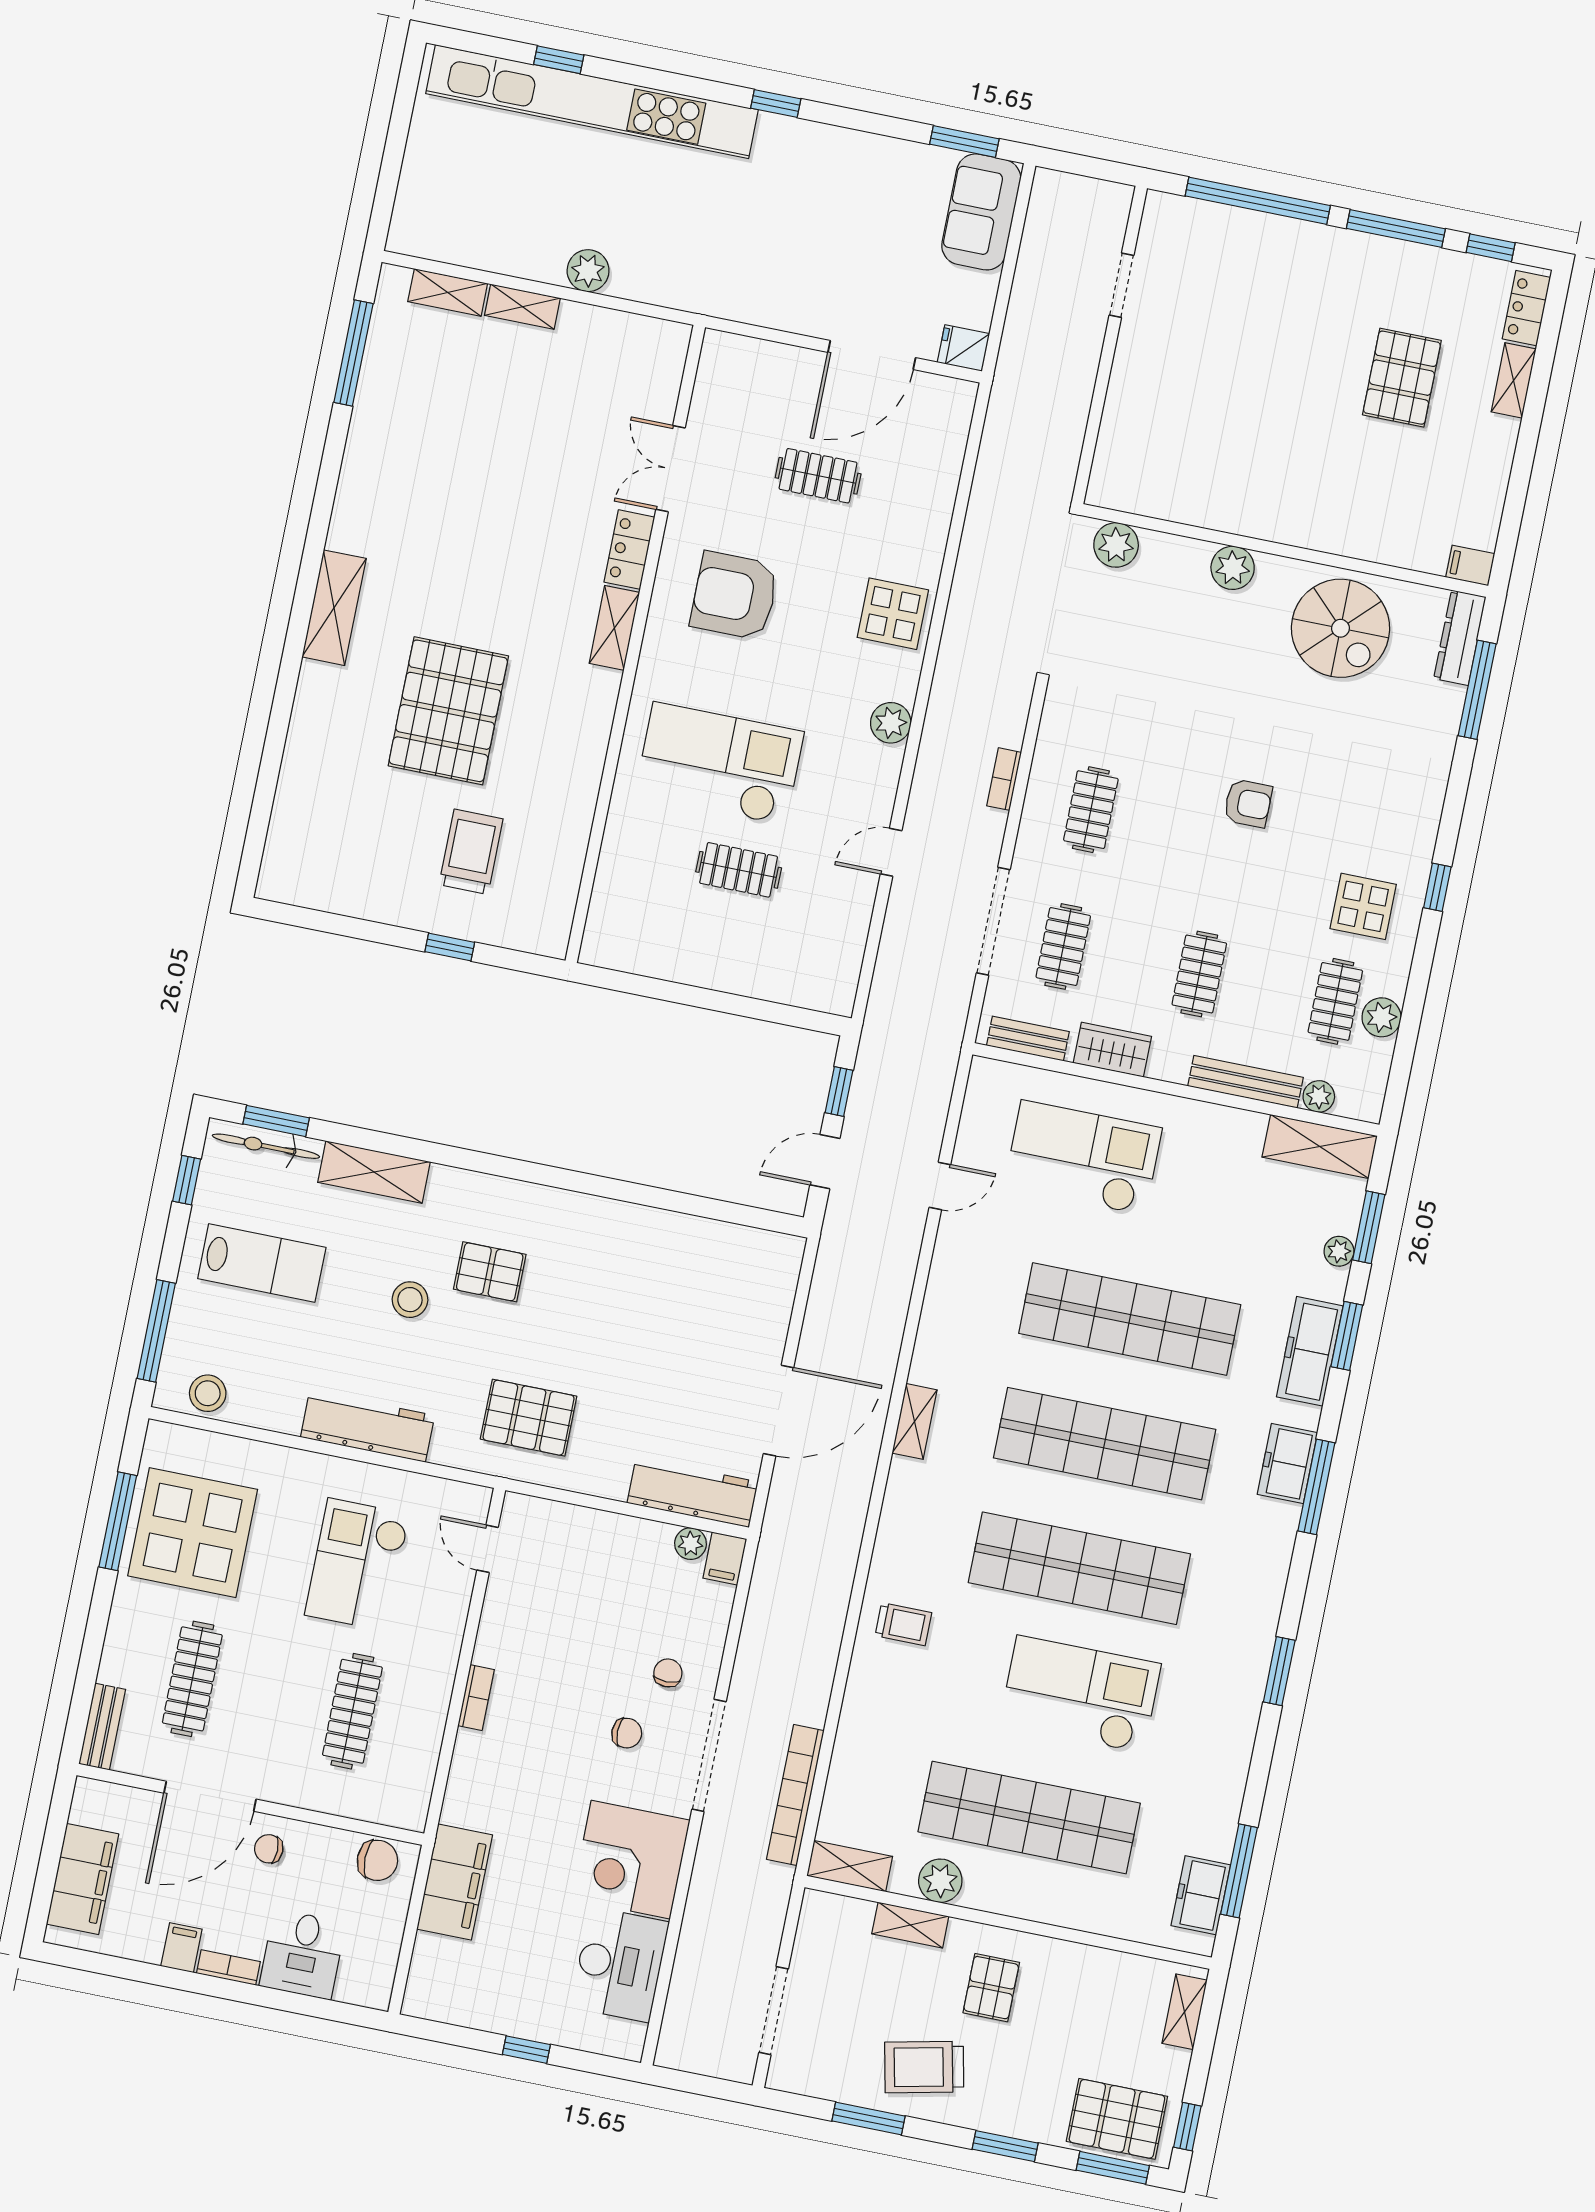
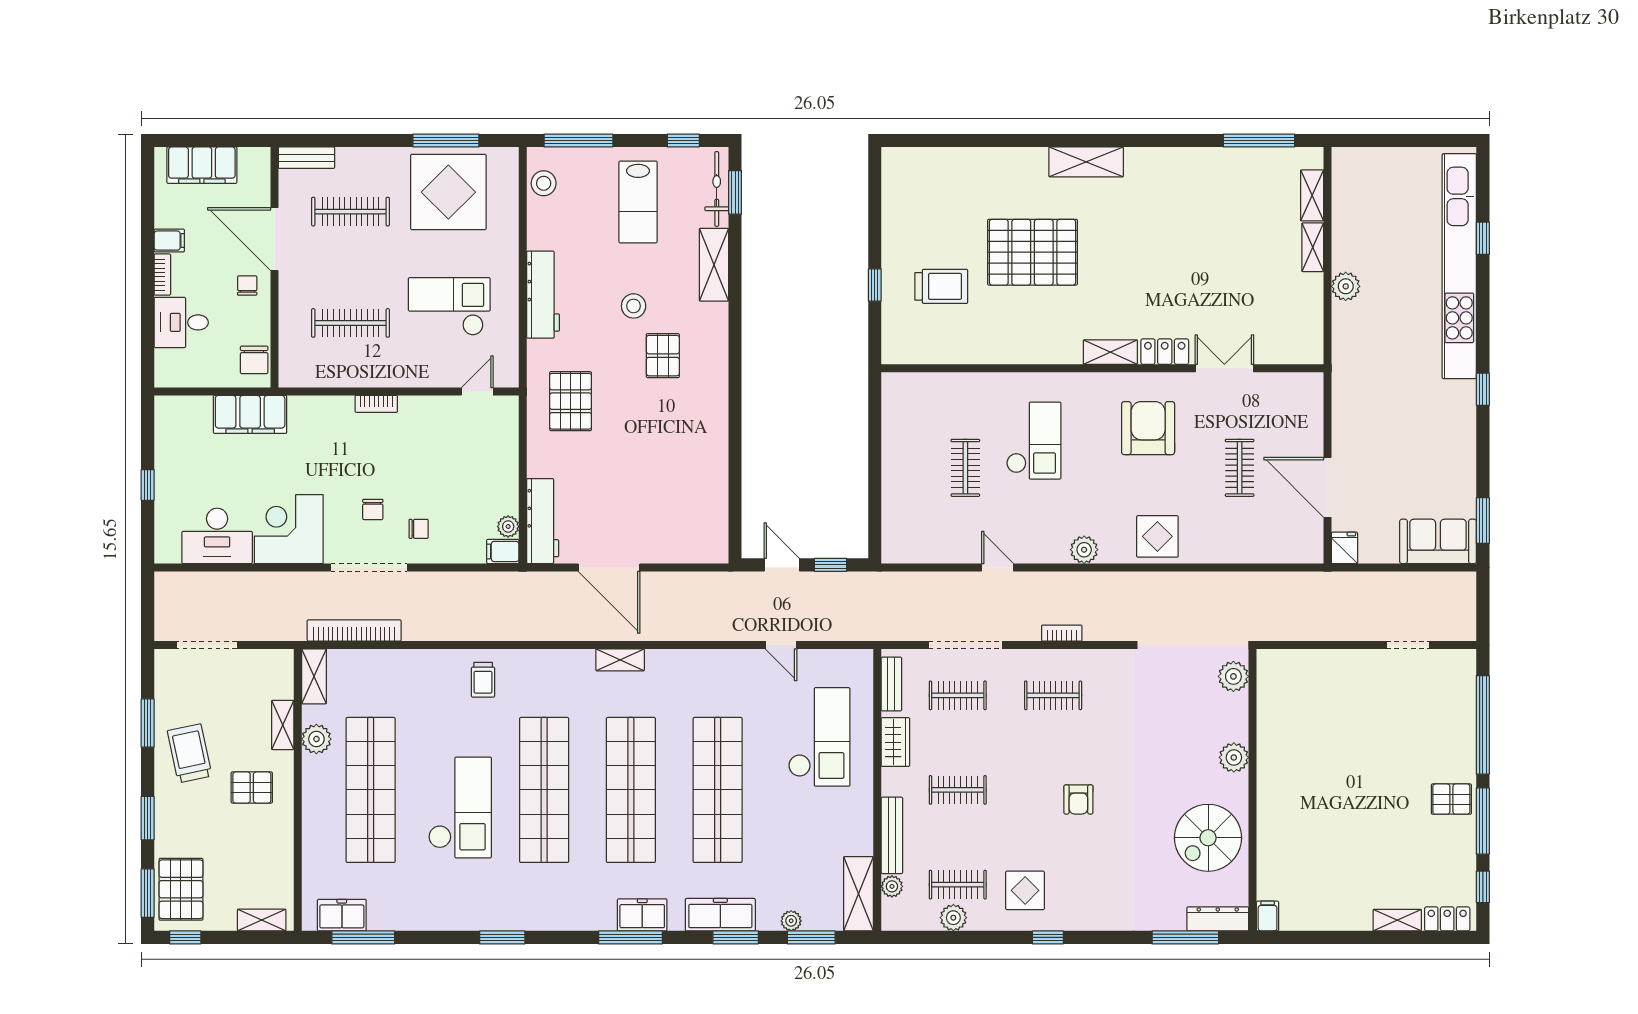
pallet: (1402, 378) -> (1451, 799), moved, width x0.67, depth x0.71
checkout: (719, 764) -> (1034, 441), width x0.73, depth x0.83

